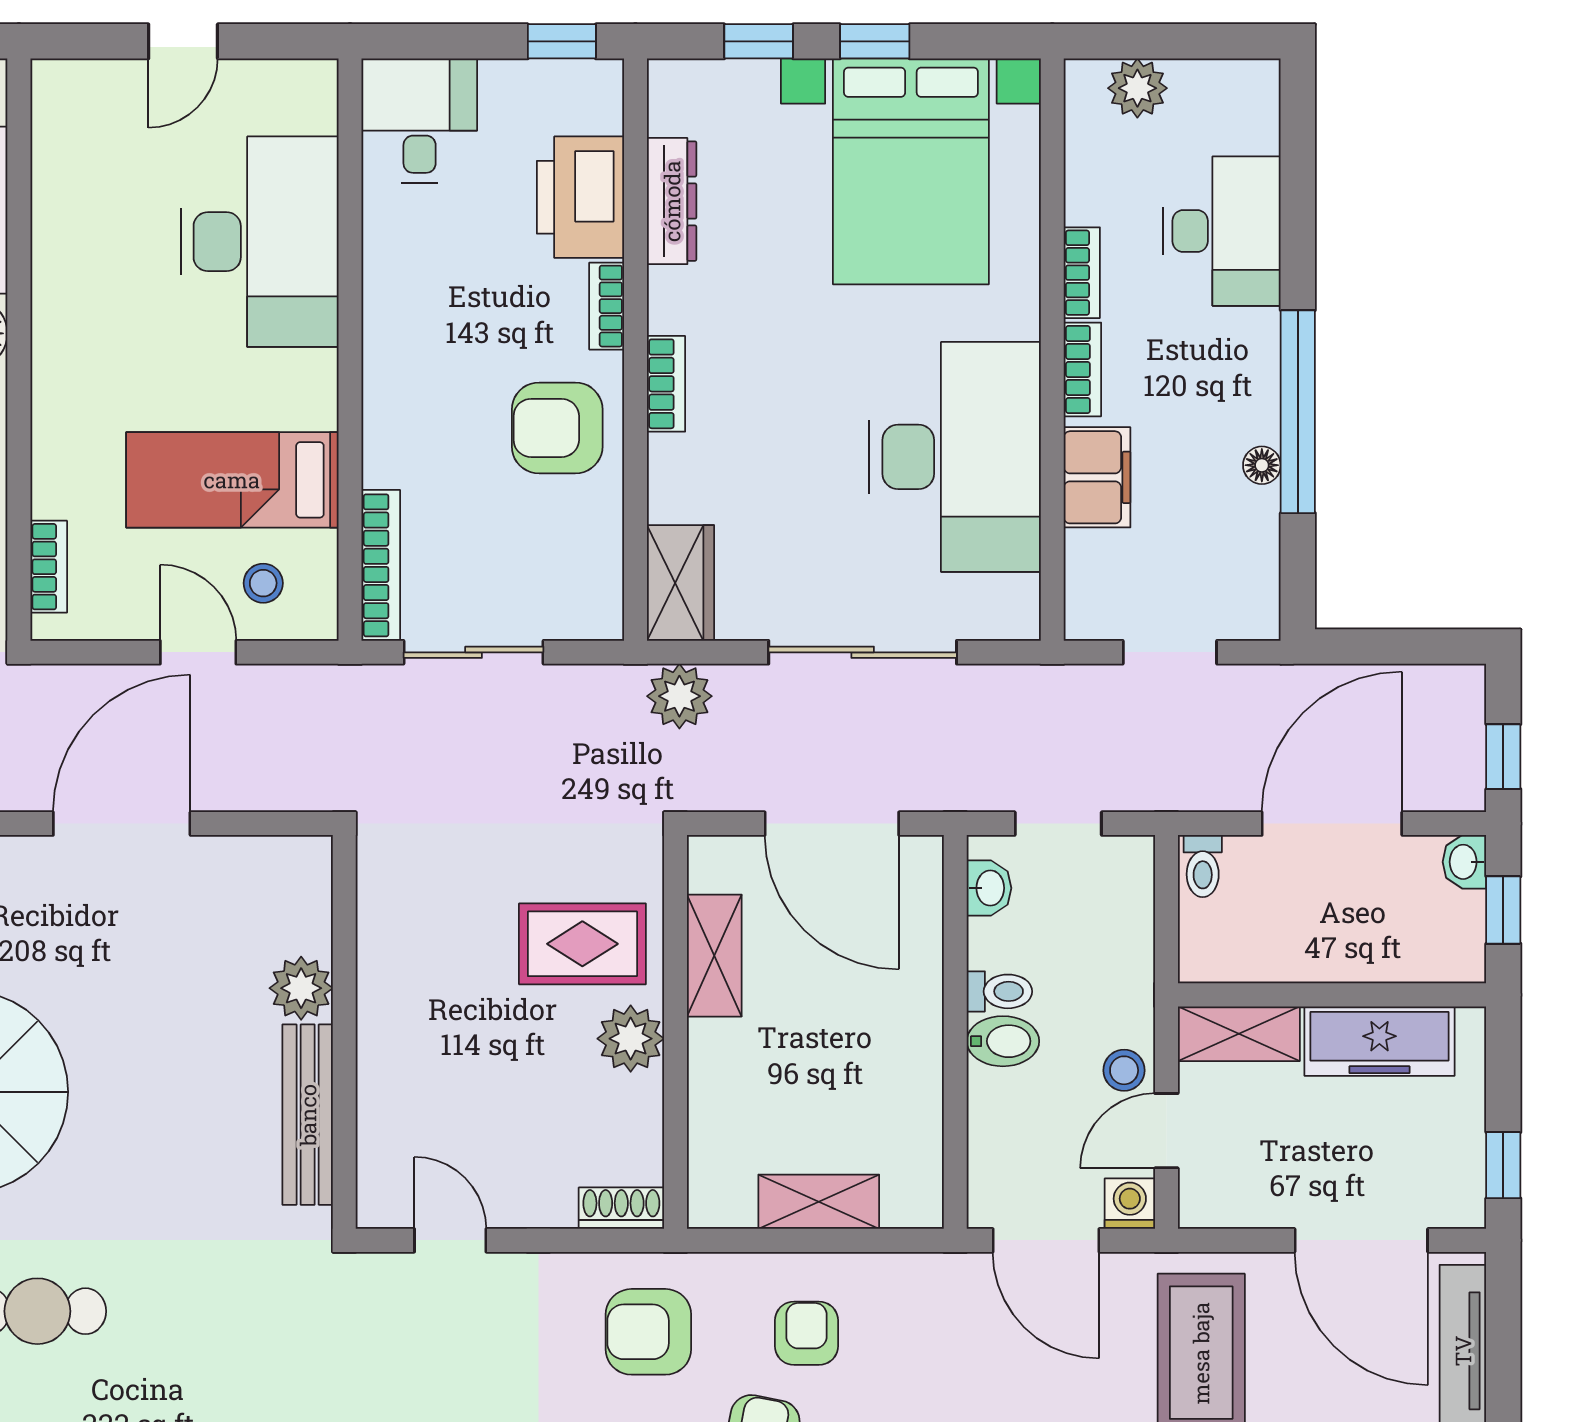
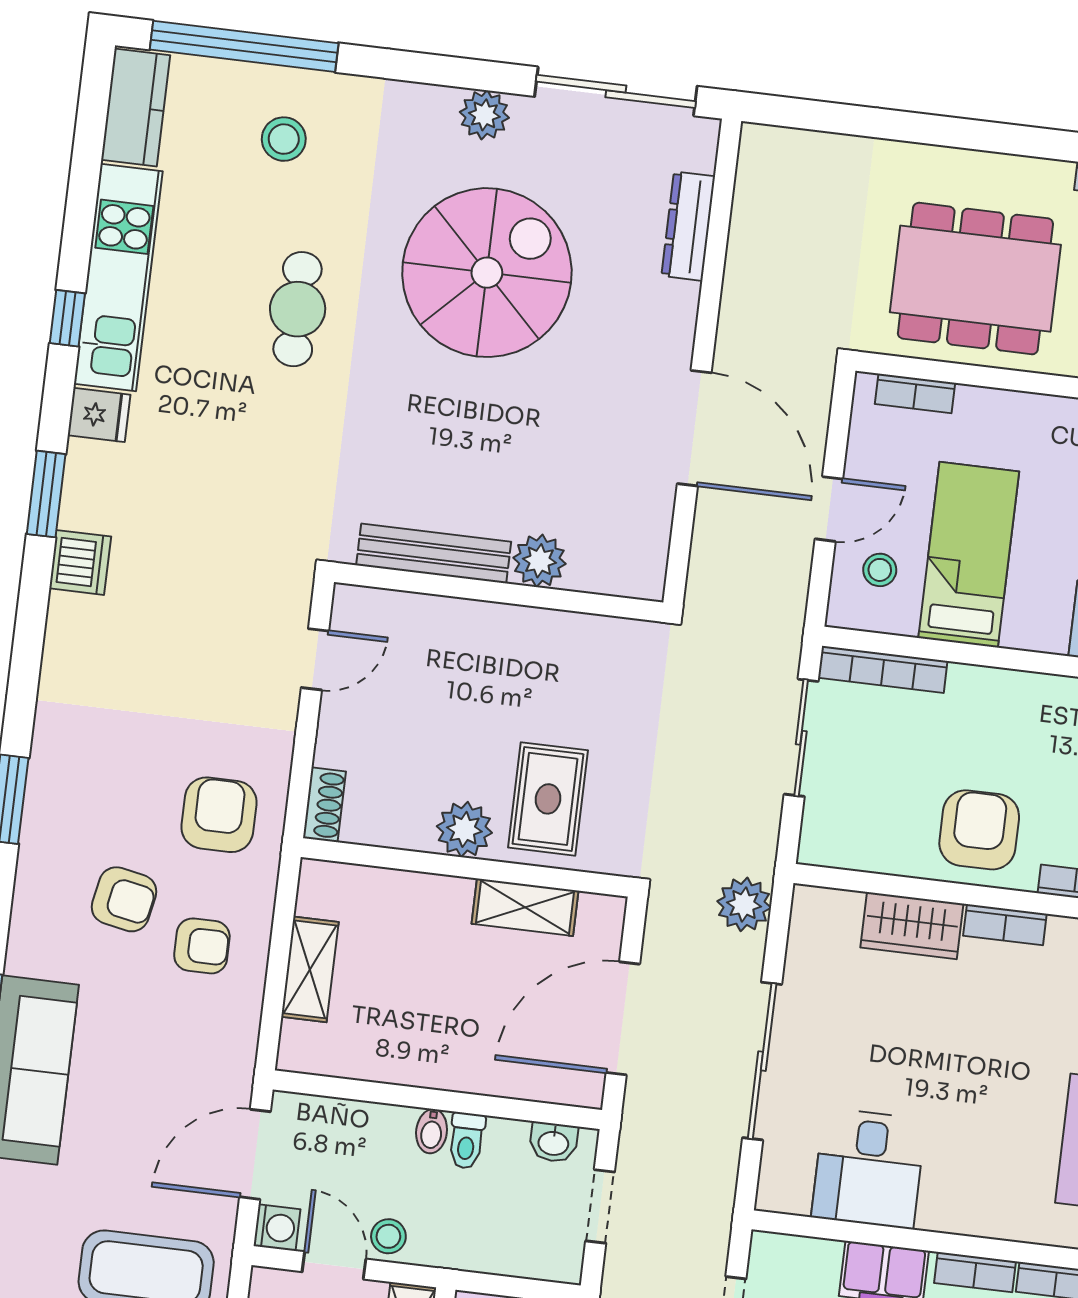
desk: (955, 457) -> (869, 1168), width x0.53, depth x0.77
wardrobe: (680, 583) -> (912, 926), moved
bidet: (1003, 1041) -> (432, 1131), width x0.72, depth x0.74

